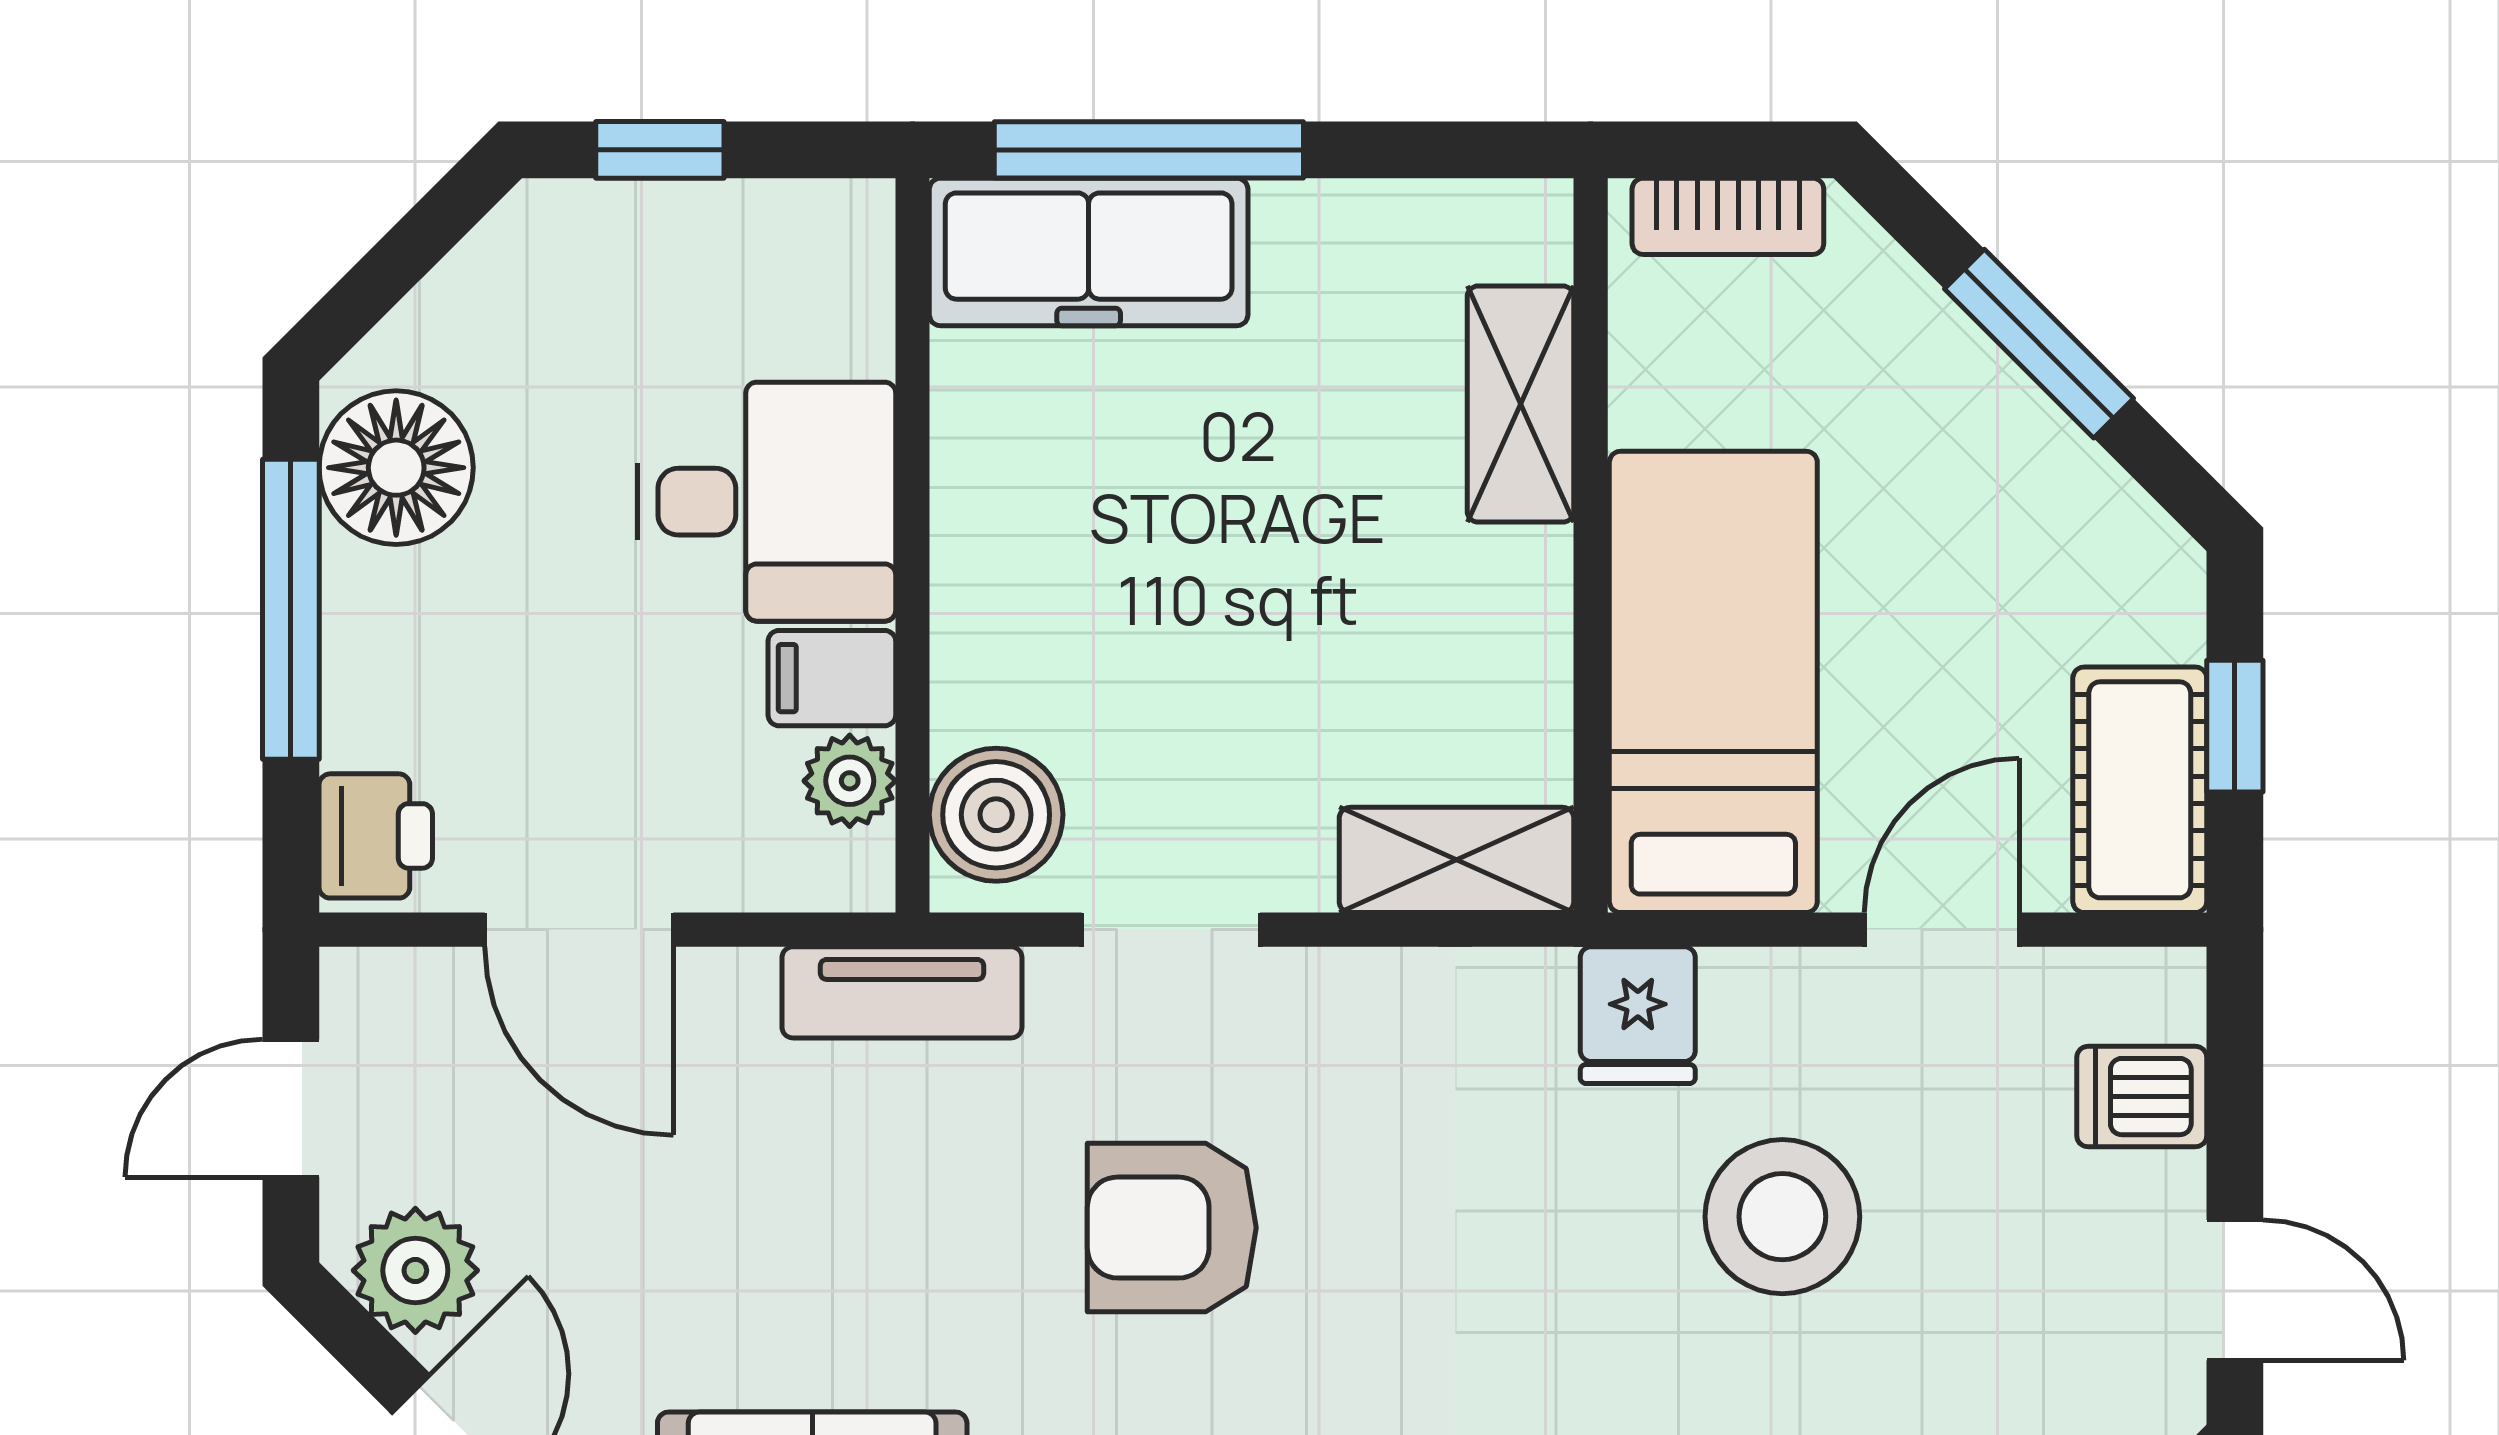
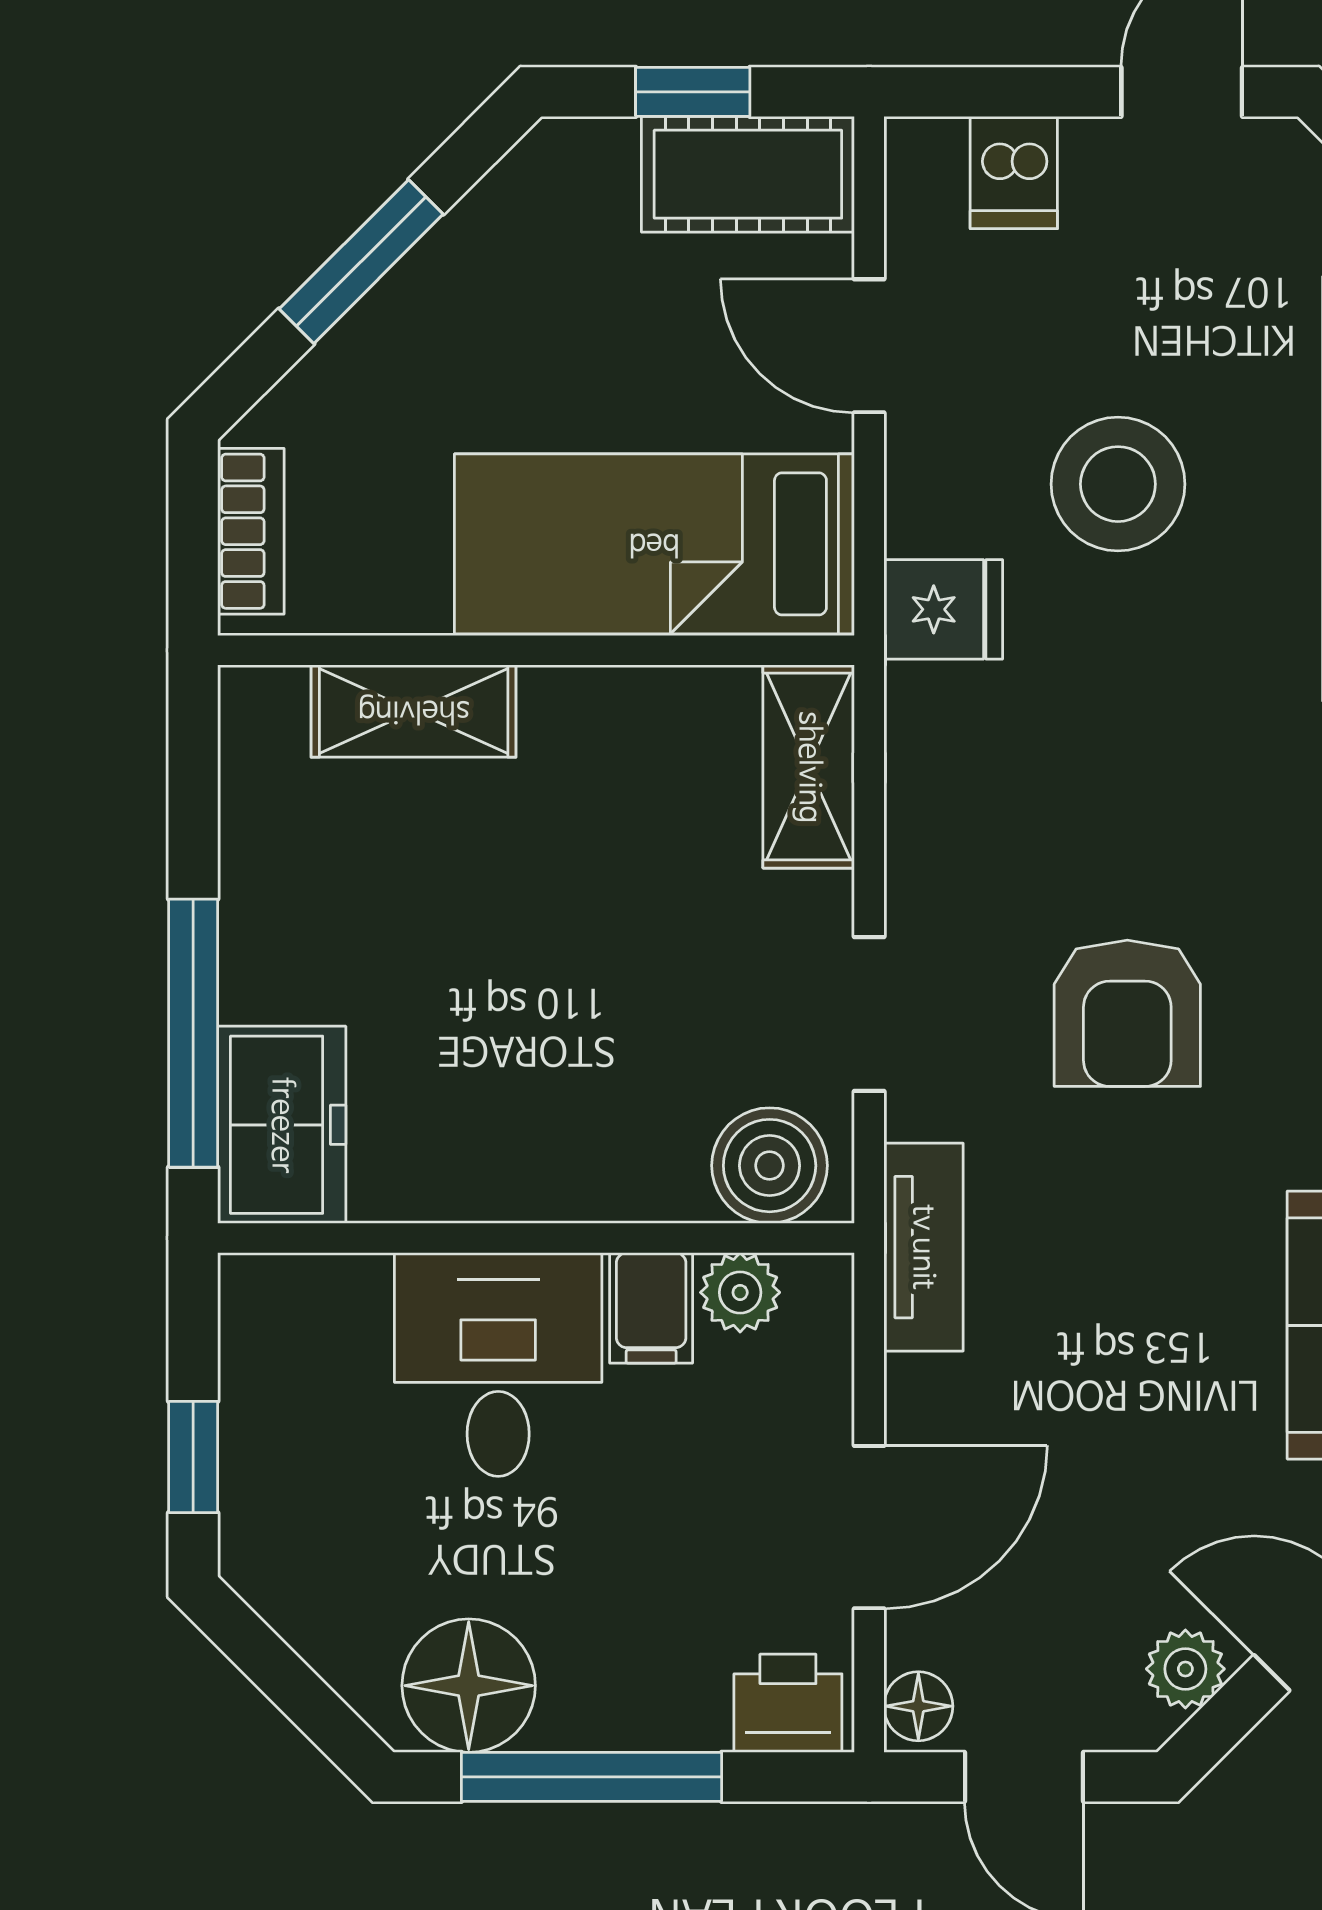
freezer: (1089, 252) -> (282, 1125), width x0.71
floor lamp: (372, 986) -> (918, 1706), added
plant: (415, 1270) -> (1185, 1669), width x0.73, depth x0.73

